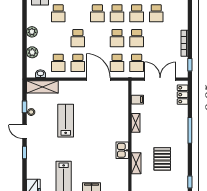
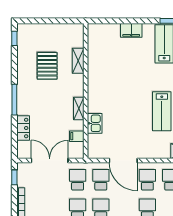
double door: (160, 79) -> (50, 160), swing flipped
locker: (183, 95) -> (23, 128), moved
kitchen sink: (122, 150) -> (95, 123), moved

